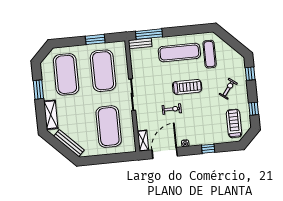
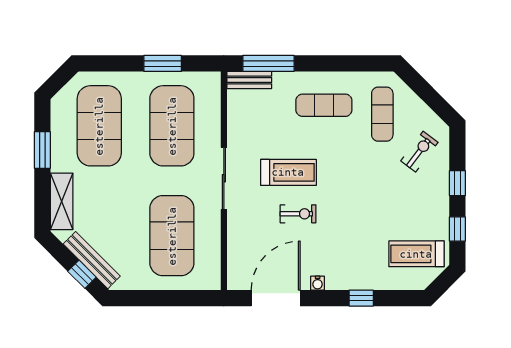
exercise mat: (179, 52) -> (324, 105), width x0.73, depth x0.69
window: (250, 74) -> (457, 183), moved
treadmill: (187, 87) -> (288, 172), moved
exercise bike: (228, 89) -> (419, 152), moved
treadmill: (234, 123) -> (416, 254), turned -90
shelving: (143, 141) -> (236, 270), removed
window: (65, 151) -> (82, 274), added

